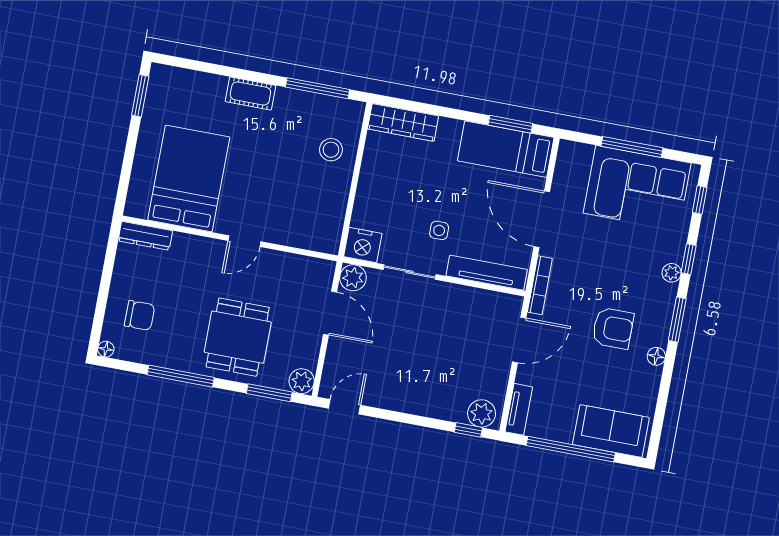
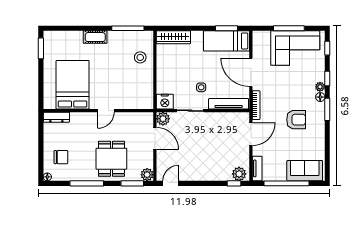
floor lamp: (656, 356) -> (320, 97), moved

